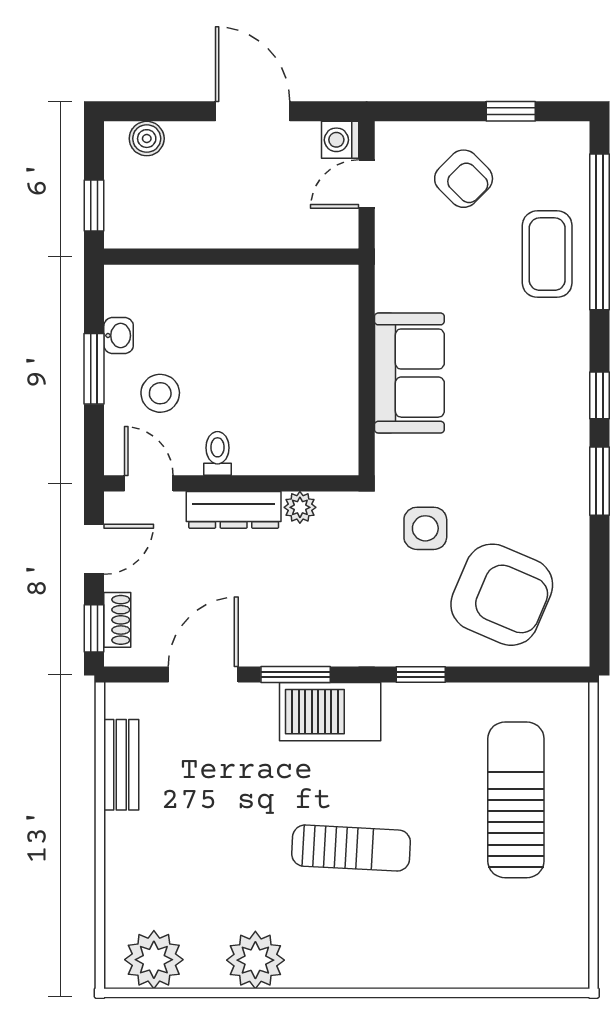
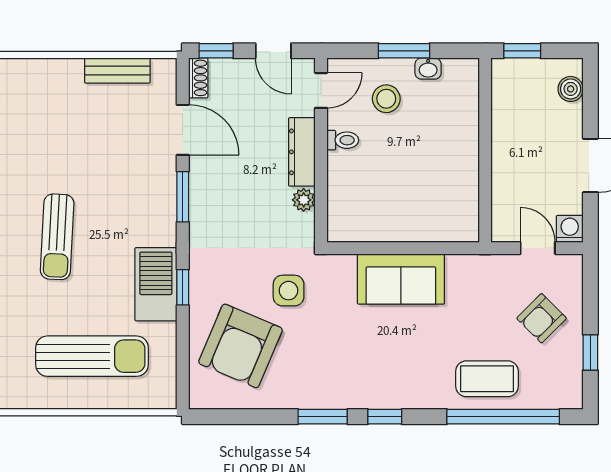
shoe rack: (117, 620) -> (198, 78), moved, turned -90
barbecue: (330, 712) -> (156, 284), moved

